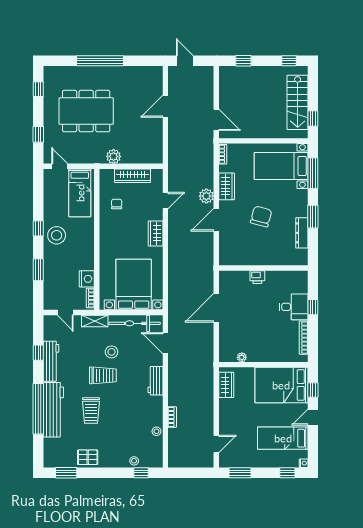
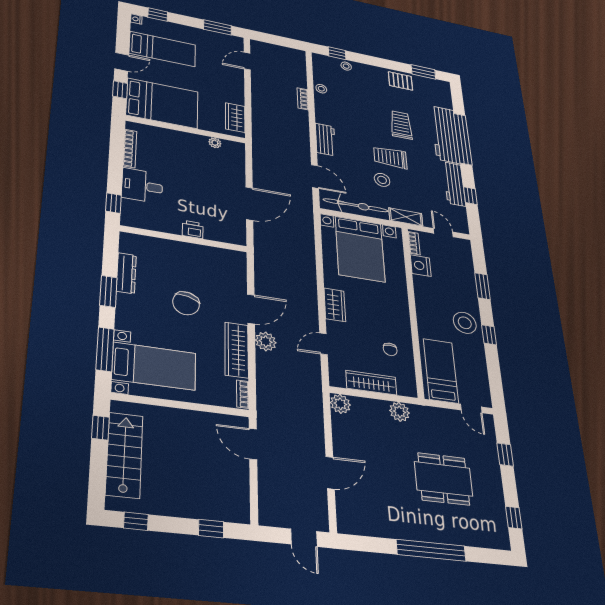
dining table: (86, 111) -> (444, 479), width x0.73, depth x0.80
plant: (156, 157) -> (340, 404), added
wardrobe: (227, 186) -> (237, 350), width x1.50
window: (313, 307) -> (113, 203), moved

